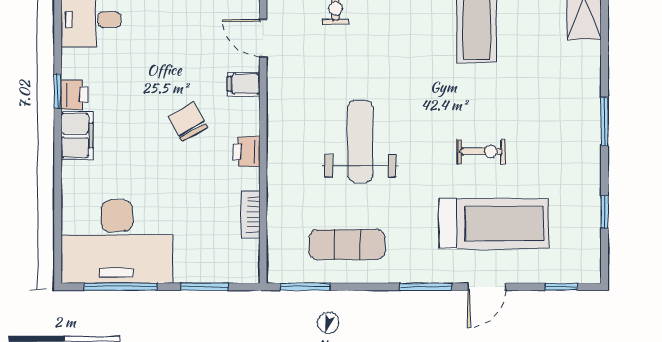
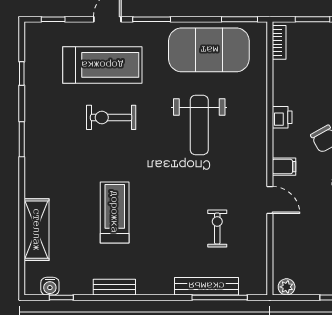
exercise bike: (482, 151) -> (111, 117), width x1.38, depth x1.39
bookcase: (250, 214) -> (279, 42), moved
treadmill: (494, 224) -> (102, 65), turned 180
exercise mat: (347, 245) -> (209, 50), width x2.00, depth x1.45

